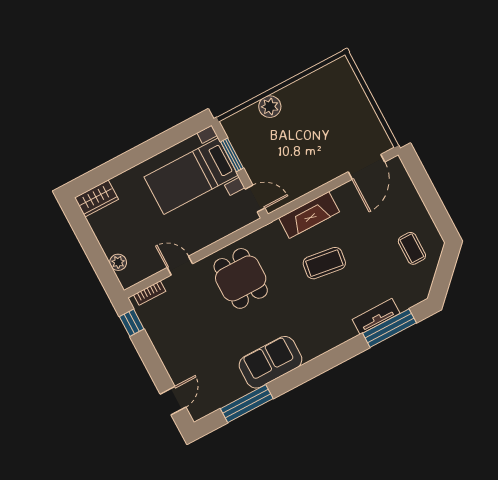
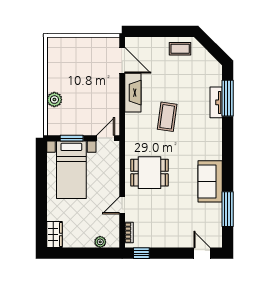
fireplace: (309, 215) -> (133, 93), moved
coffee table: (412, 248) -> (180, 49), moved

